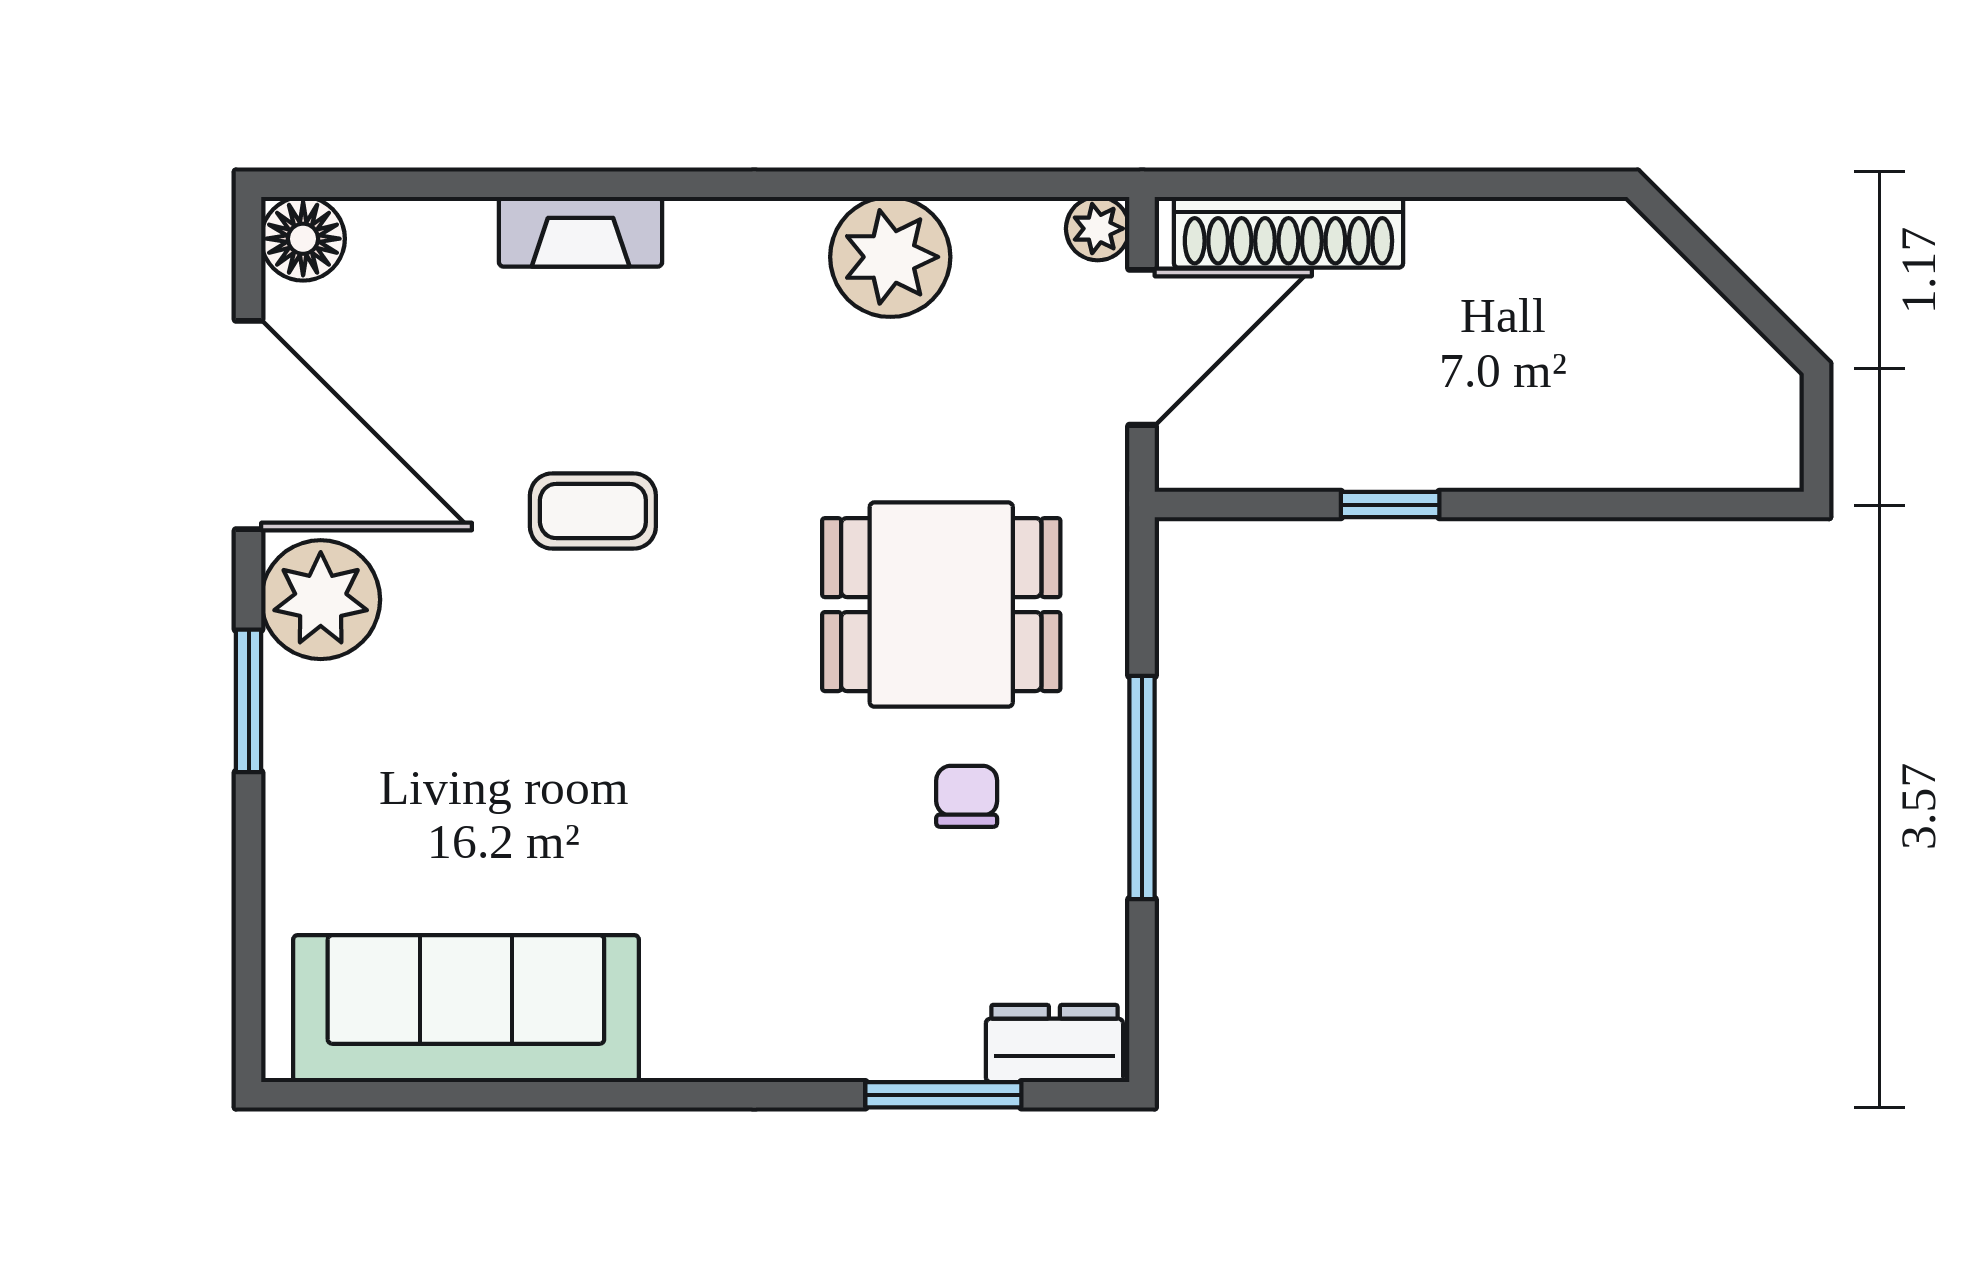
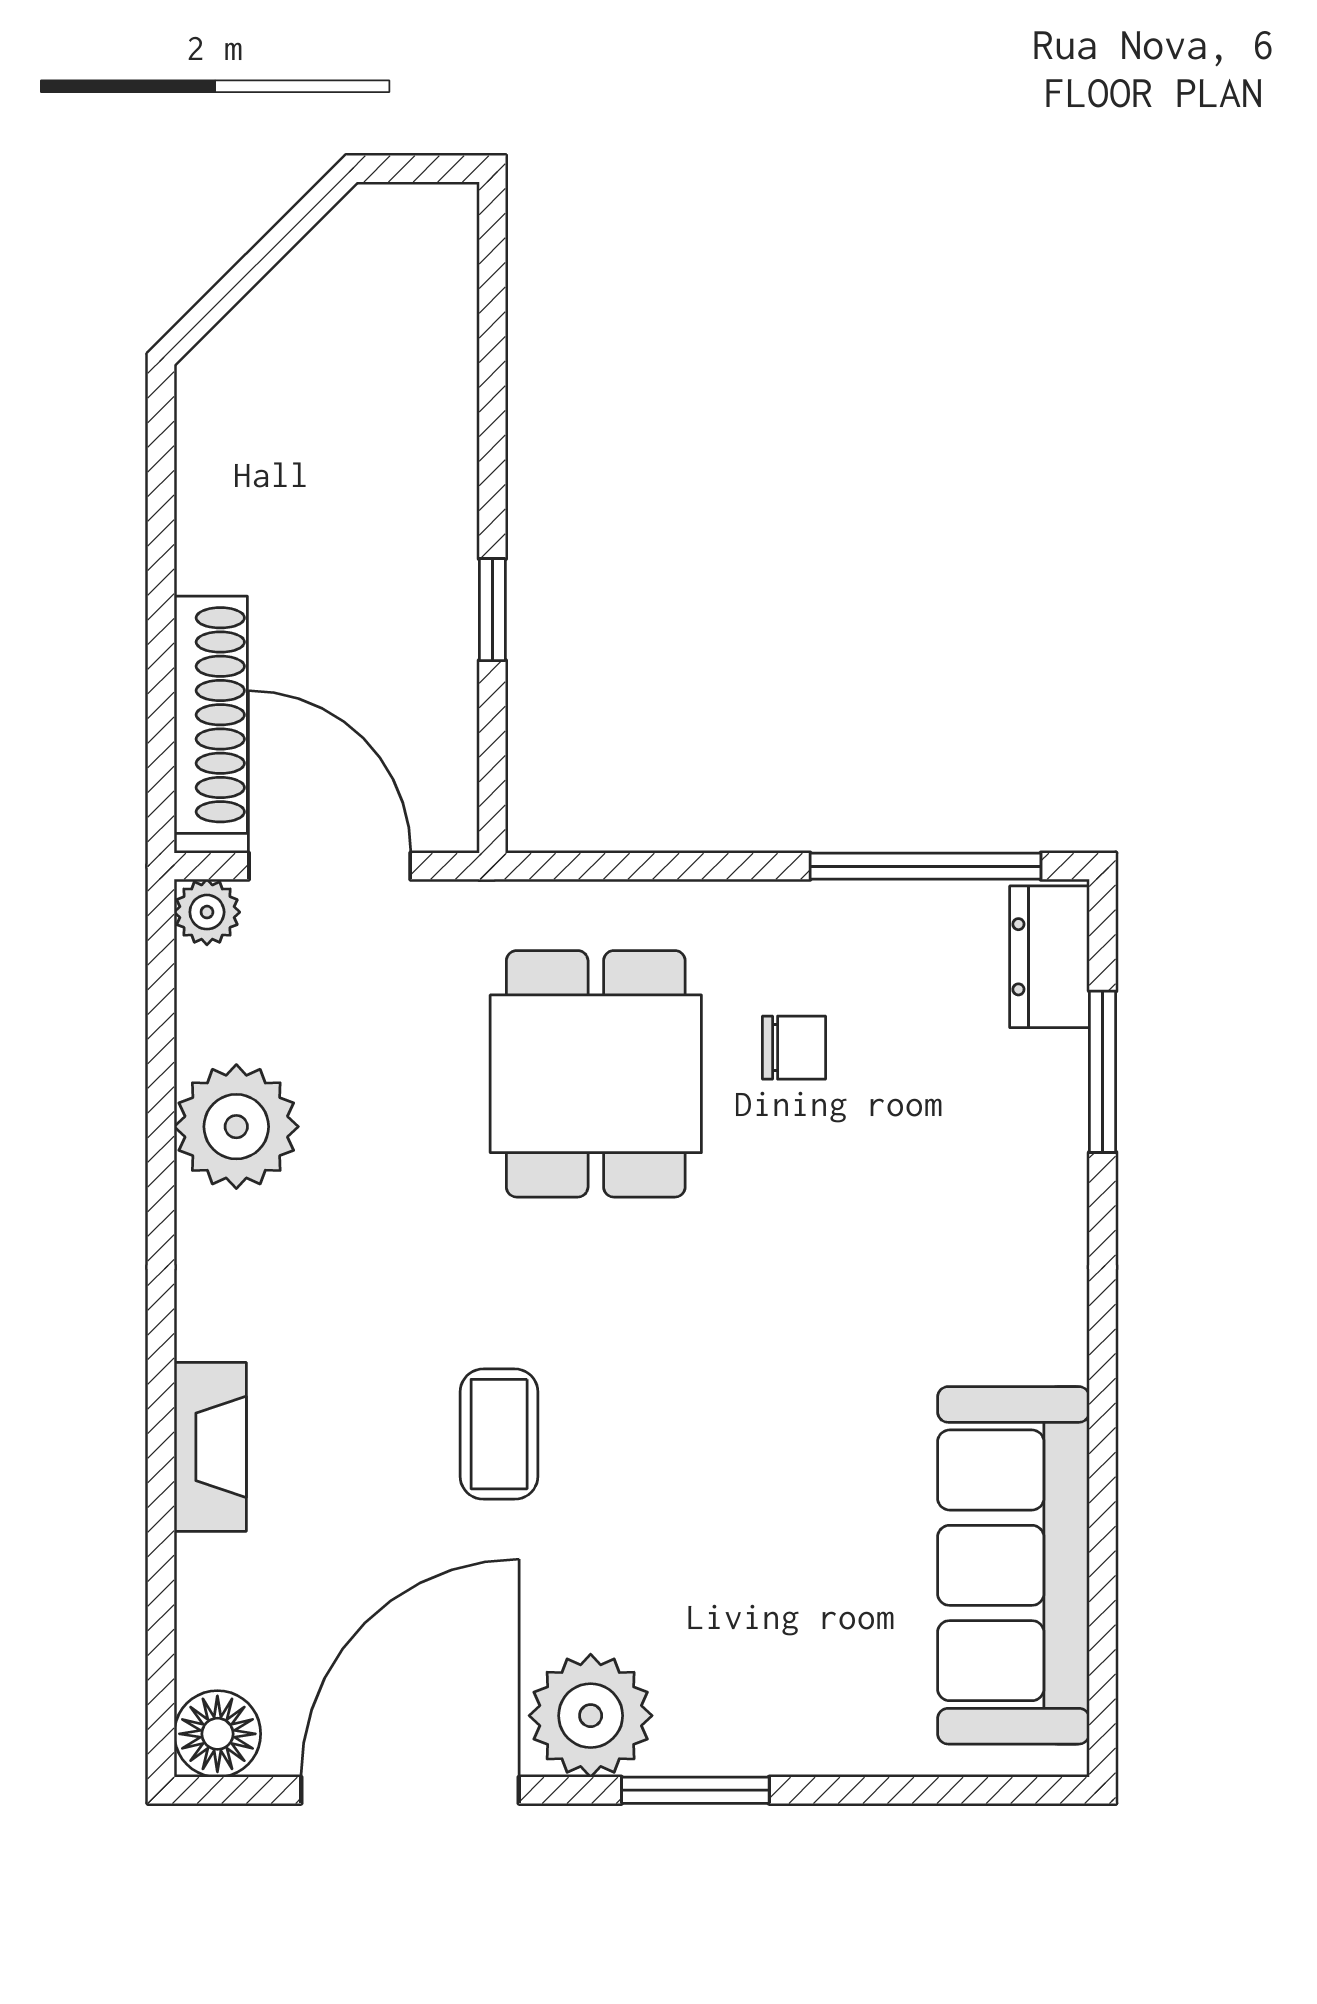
window: (1142, 788) -> (926, 866), moved
chair: (967, 796) -> (794, 1048), turned 180

